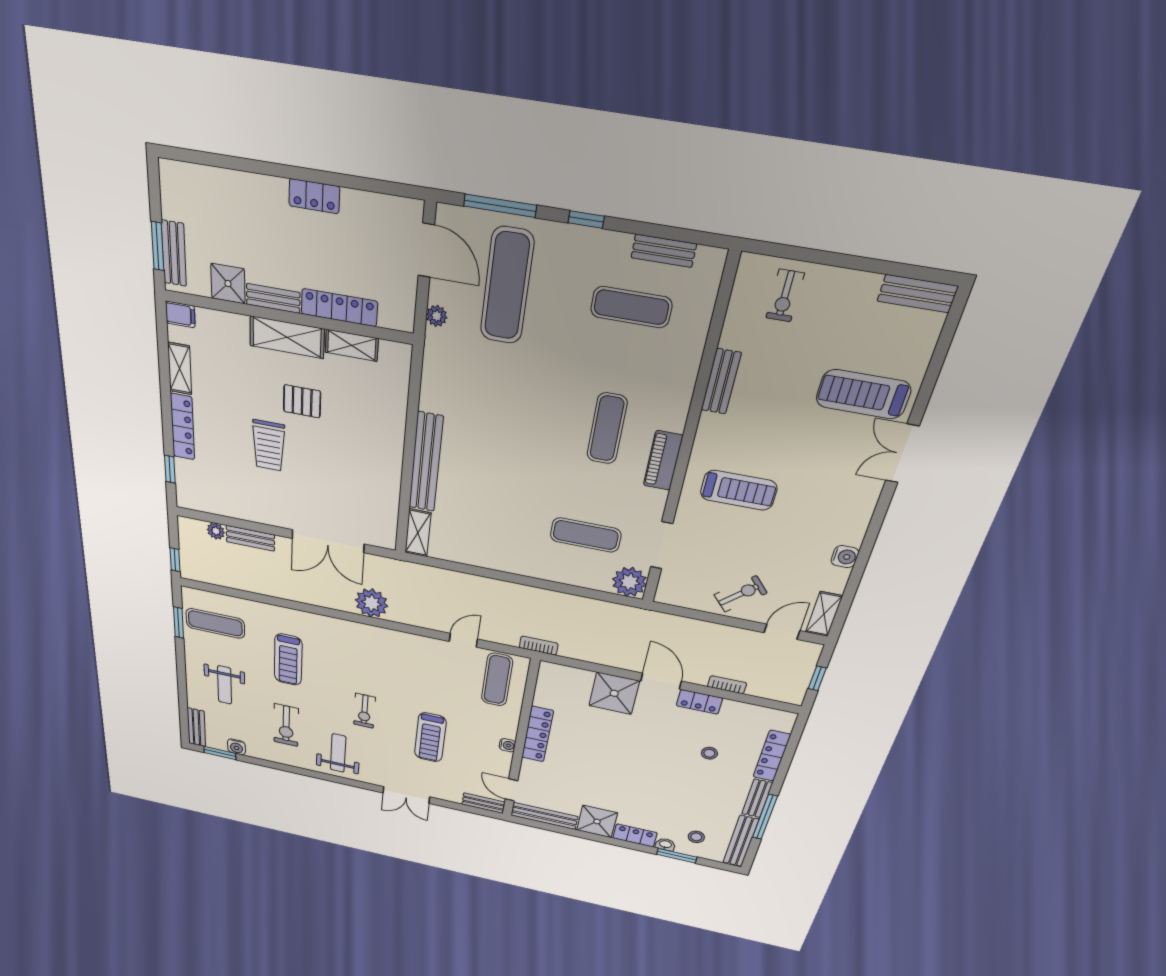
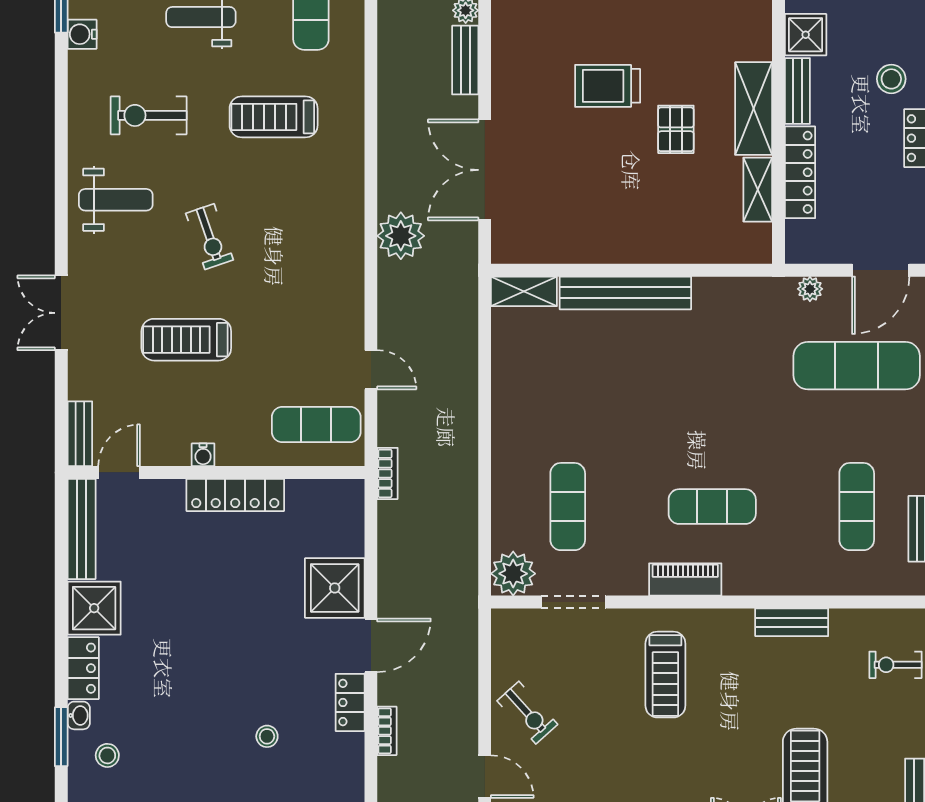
stool: (264, 214) -> (891, 79), added
exercise bike: (364, 711) -> (209, 237), turned -109

